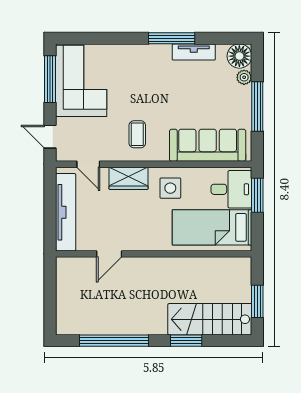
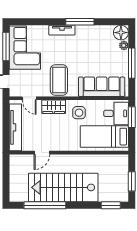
tv unit: (194, 52) -> (62, 30), moved
coffee table: (137, 134) -> (59, 80), width x1.86, depth x1.72
stairs: (210, 319) -> (63, 187), moved, width x1.36, depth x1.51
window: (186, 341) -> (111, 205), moved

